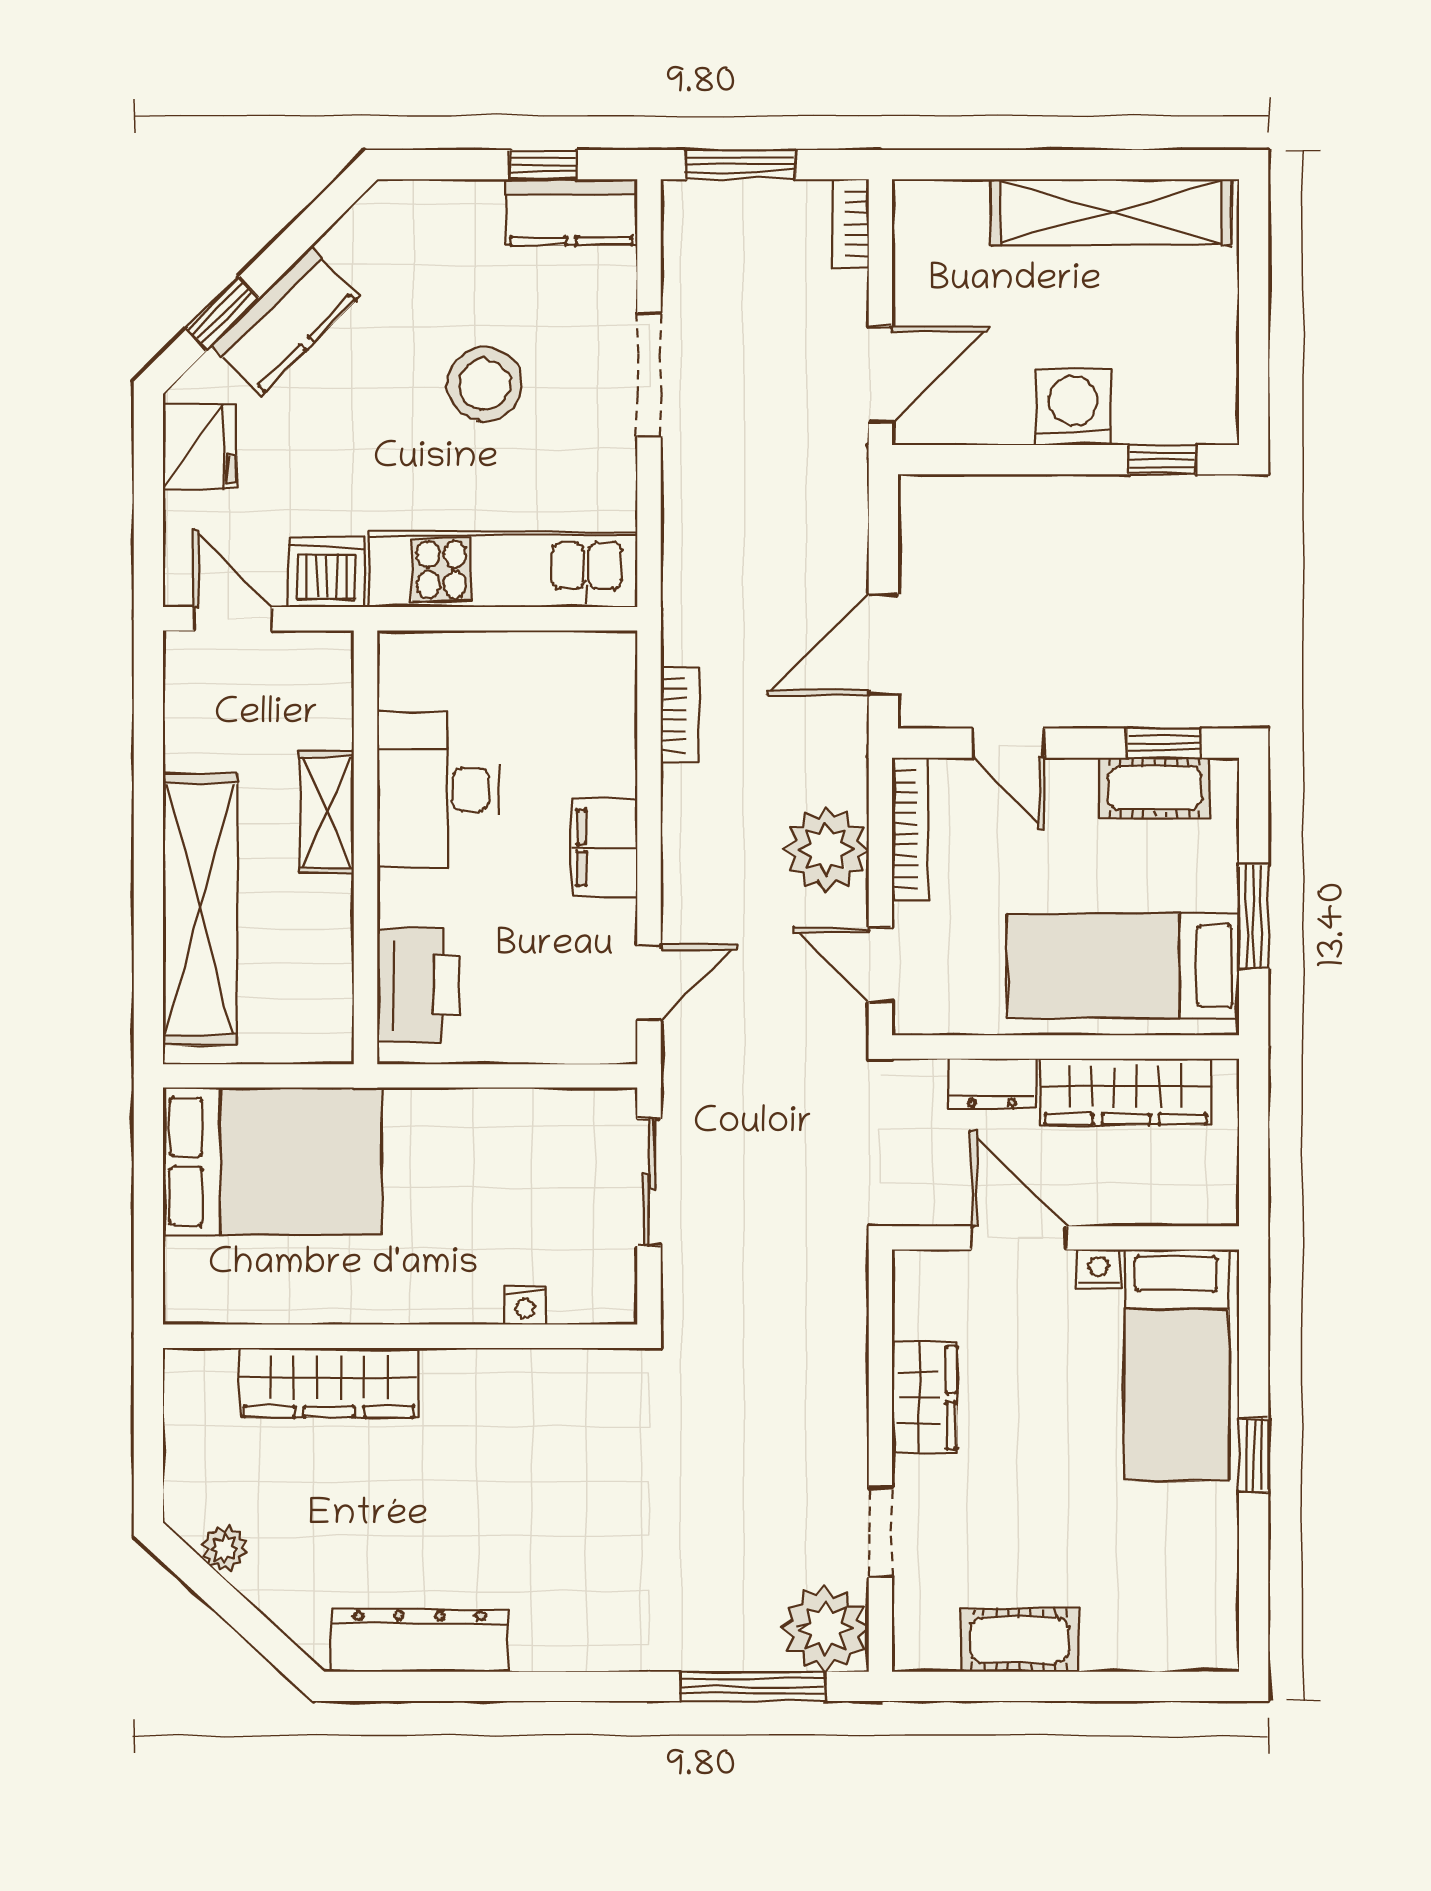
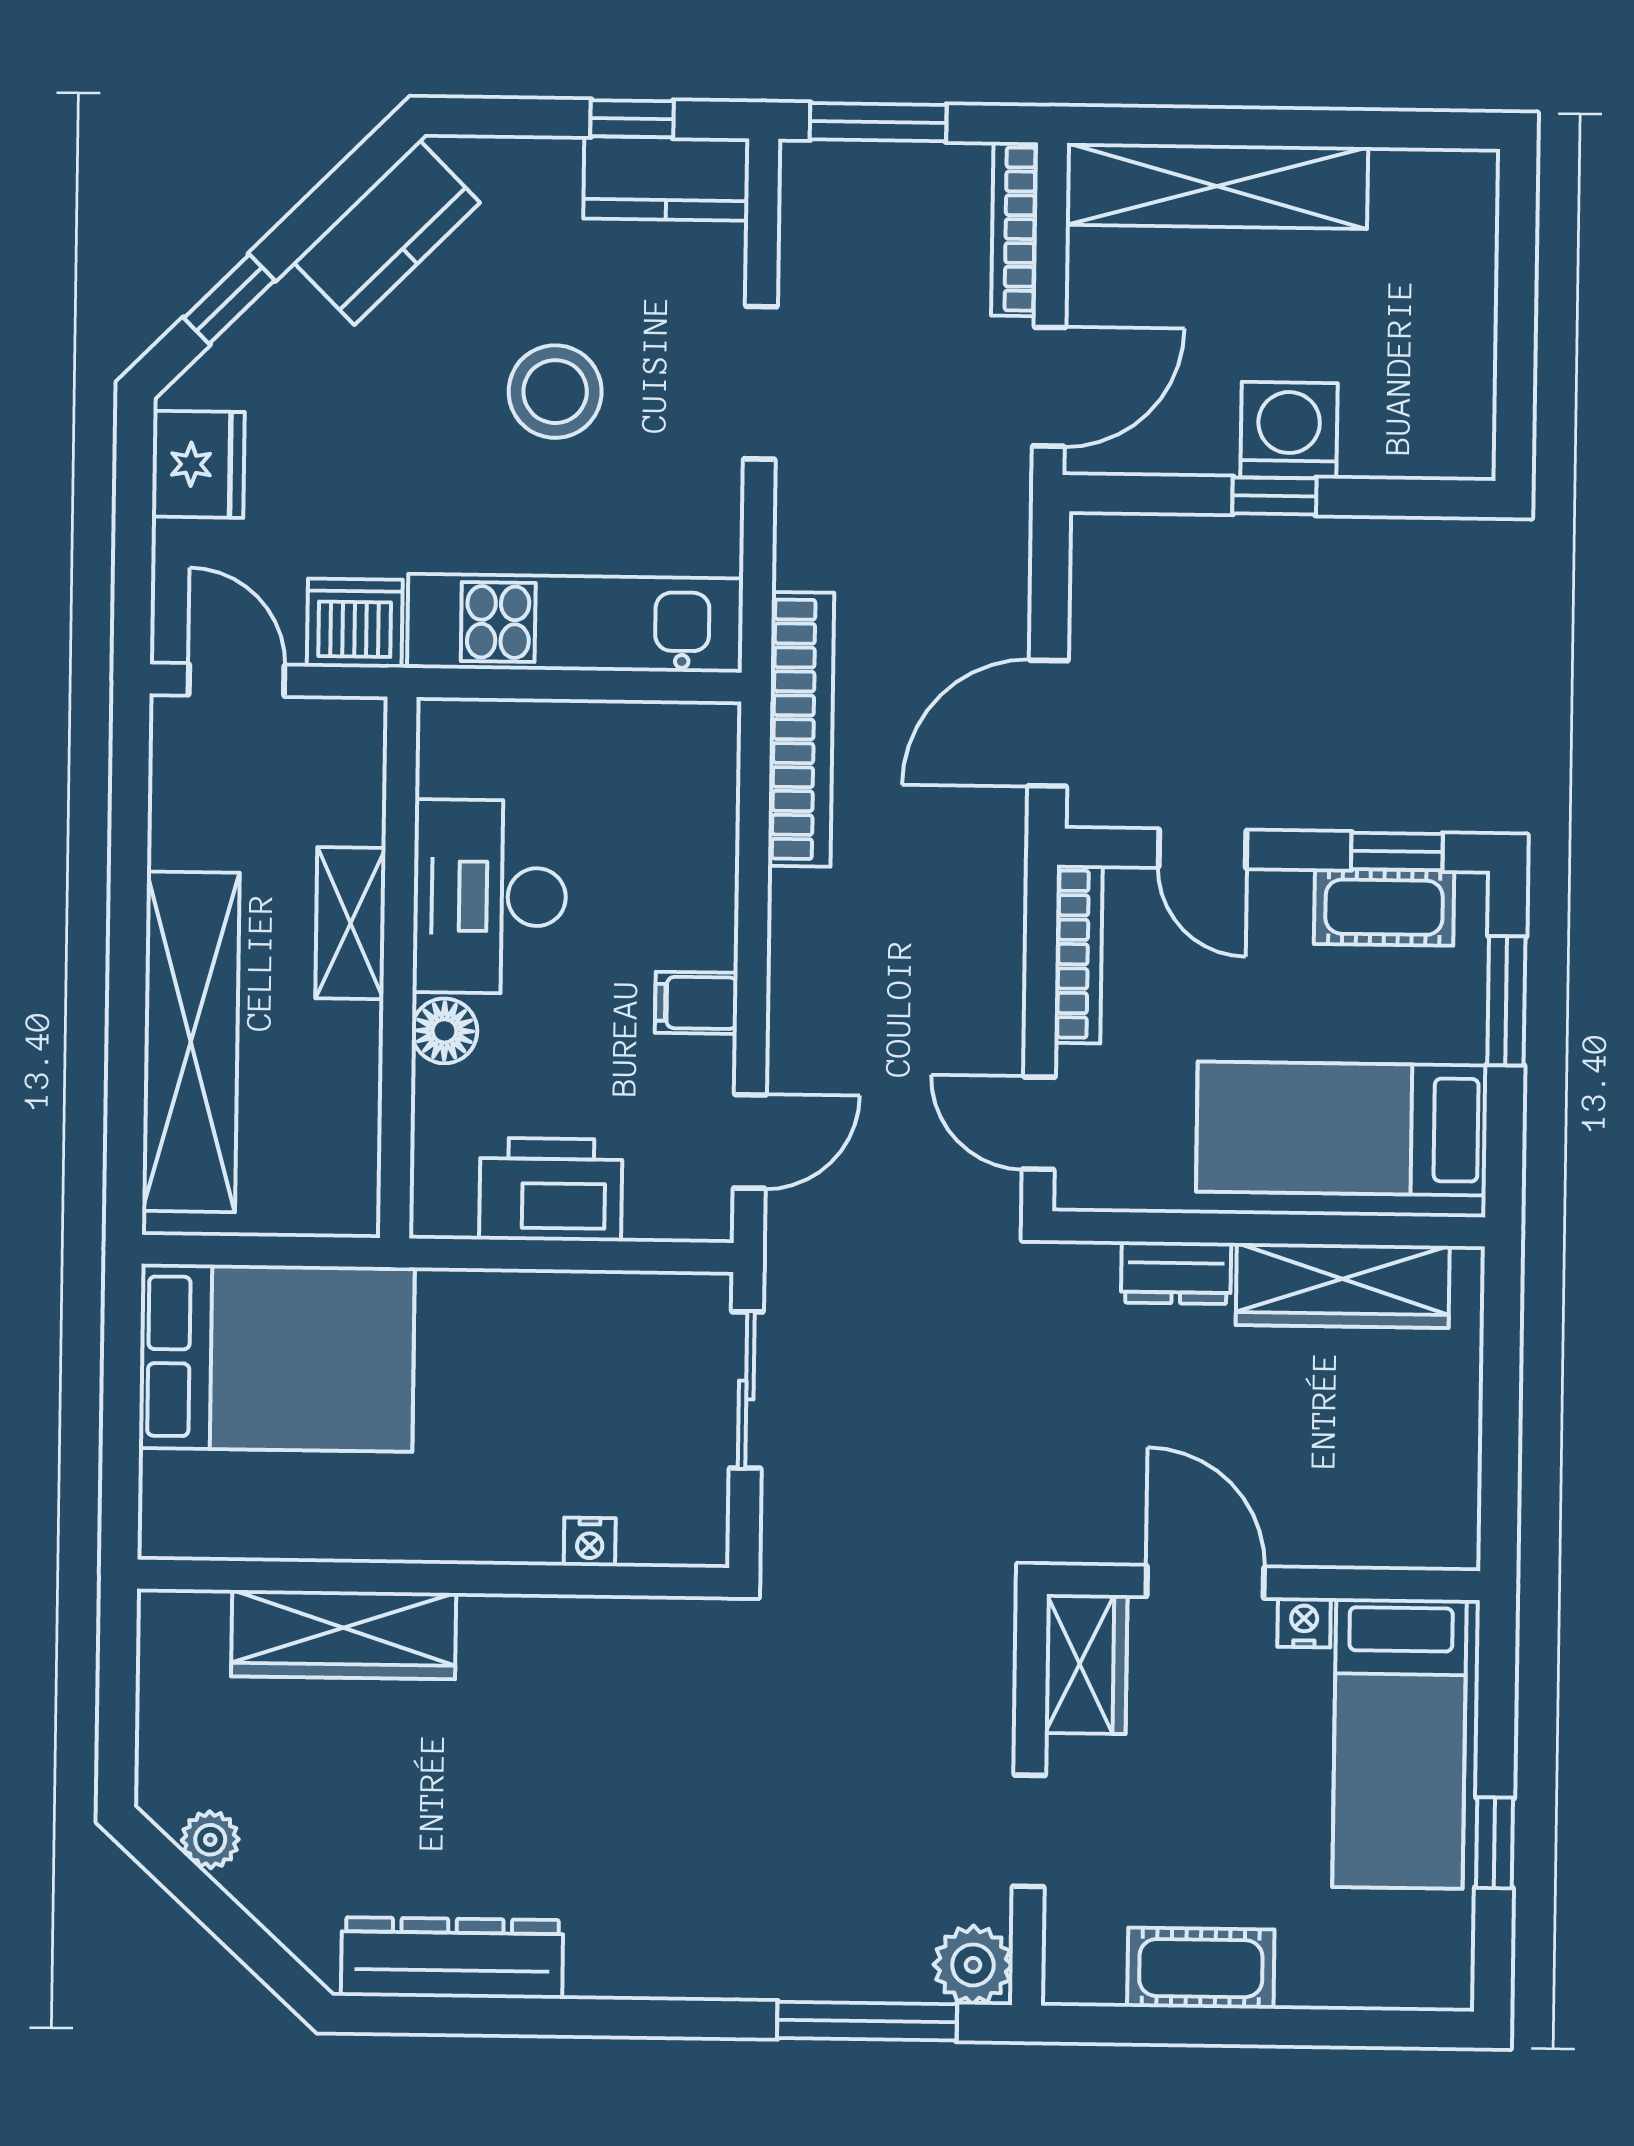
shelving: (1111, 212) -> (1217, 186), moved
bookcase: (851, 224) -> (1015, 229), width x1.56
kitchen counter: (285, 321) -> (387, 232), moved
window: (1162, 460) -> (1274, 496), moved
bookcase: (680, 714) -> (801, 729), width x2.31, depth x1.31
filing cabinet: (605, 848) -> (696, 1003), width x0.50
plant: (826, 850) -> (973, 978), removed
floor lamp: (403, 898) -> (444, 1031), added
window: (1254, 917) -> (1506, 1001), moved
printer: (418, 985) -> (551, 1190), moved, turned -90
door: (1019, 1238) -> (1205, 1582), moved
wall: (1066, 1238) -> (1264, 1583), moved
nightstand: (1099, 1269) -> (1304, 1622), moved
bed: (1176, 1365) -> (1399, 1743), moved
window: (1254, 1455) -> (1495, 1843), moved
plant: (825, 1629) -> (973, 1965), width x0.73, depth x0.73

